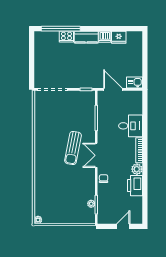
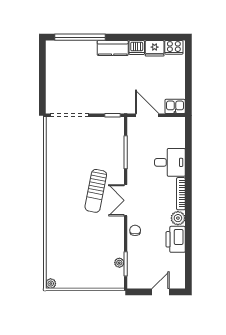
cooker: (66, 37) -> (174, 47), moved

